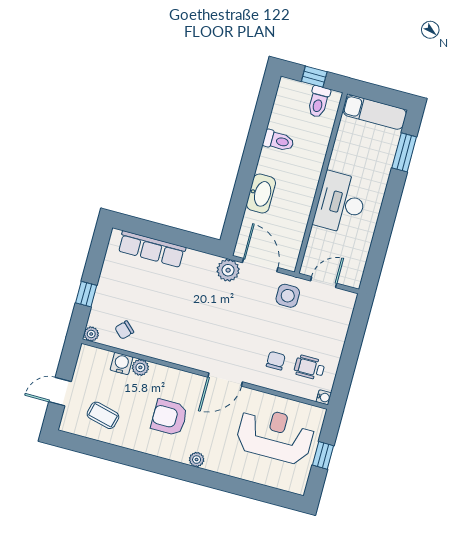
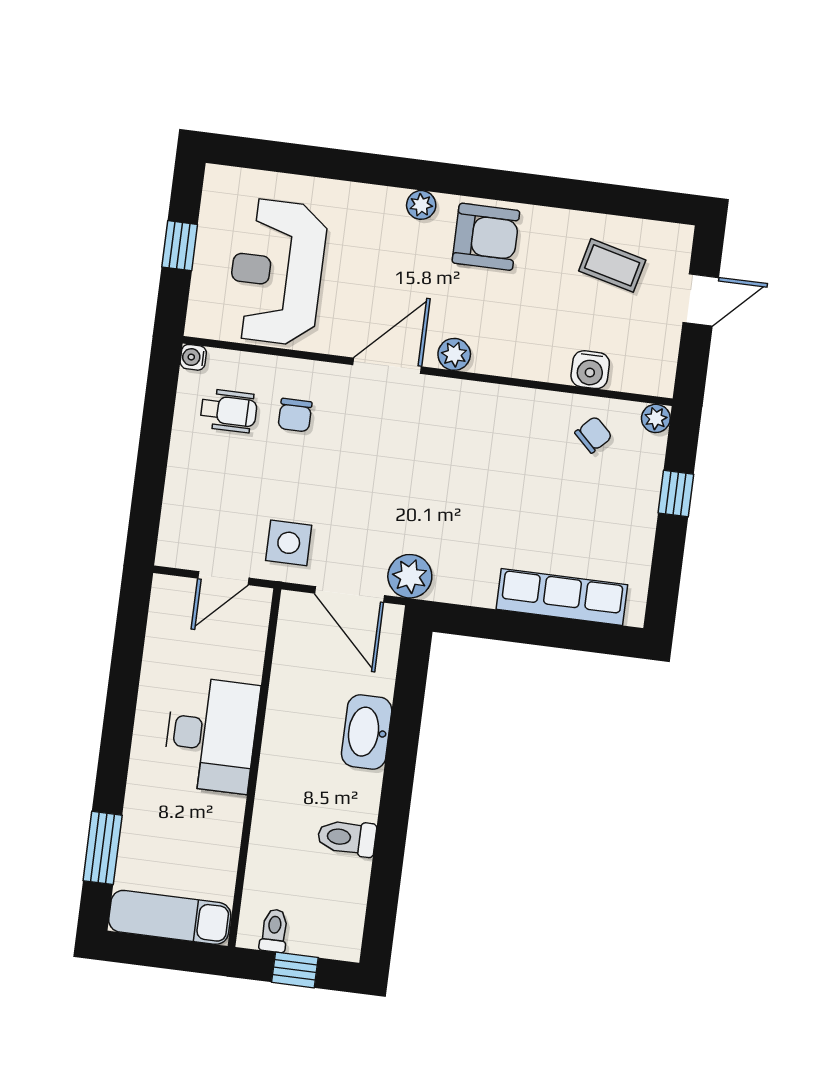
toilet: (319, 102) -> (274, 931), width x0.73, depth x0.72
plant: (140, 367) -> (454, 354), moved
armchair: (169, 417) -> (486, 237), moved
reception desk: (275, 435) -> (277, 272), turned 90

